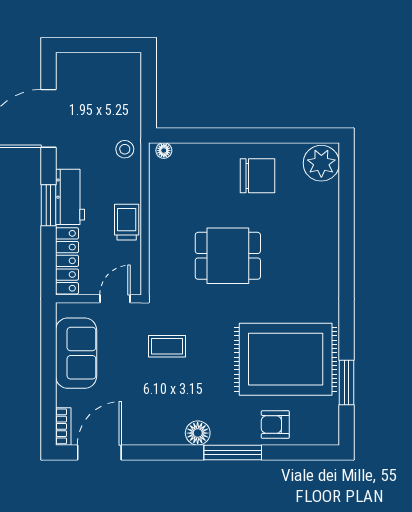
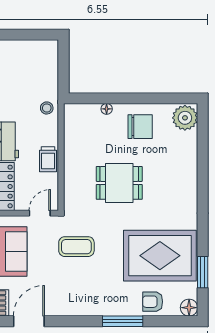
floor lamp: (164, 151) -> (107, 109), moved
trolley: (127, 222) -> (48, 159), turned 180
coffee table: (167, 346) -> (76, 247), width x1.36, depth x1.30
floor lamp: (198, 433) -> (189, 308), moved

